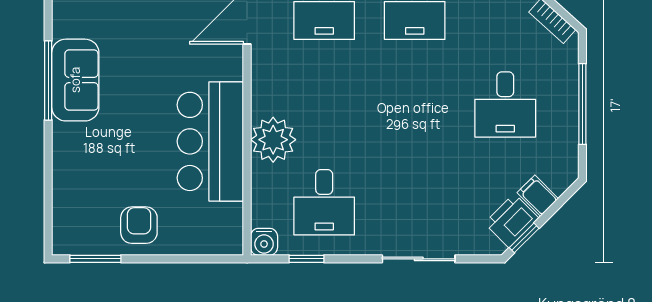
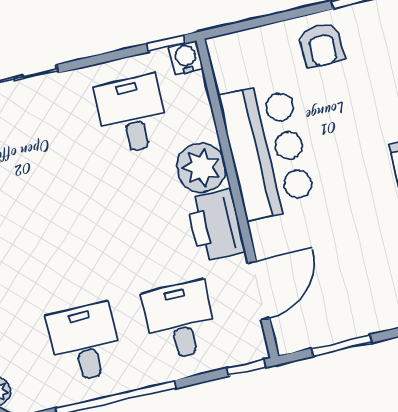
printer: (272, 85) -> (216, 225), added
window: (307, 259) -> (166, 44), moved

